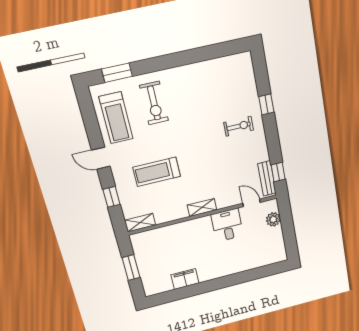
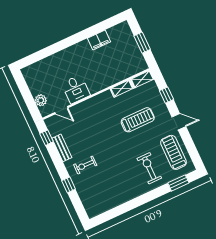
bench: (267, 178) -> (62, 148), moved
shelving: (202, 207) -> (122, 89), moved

